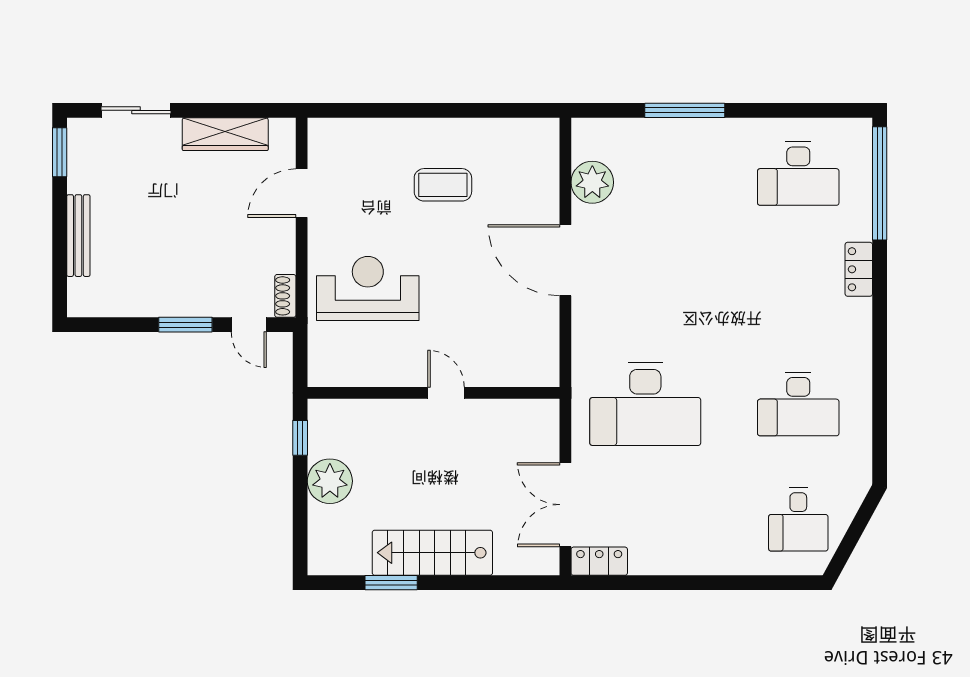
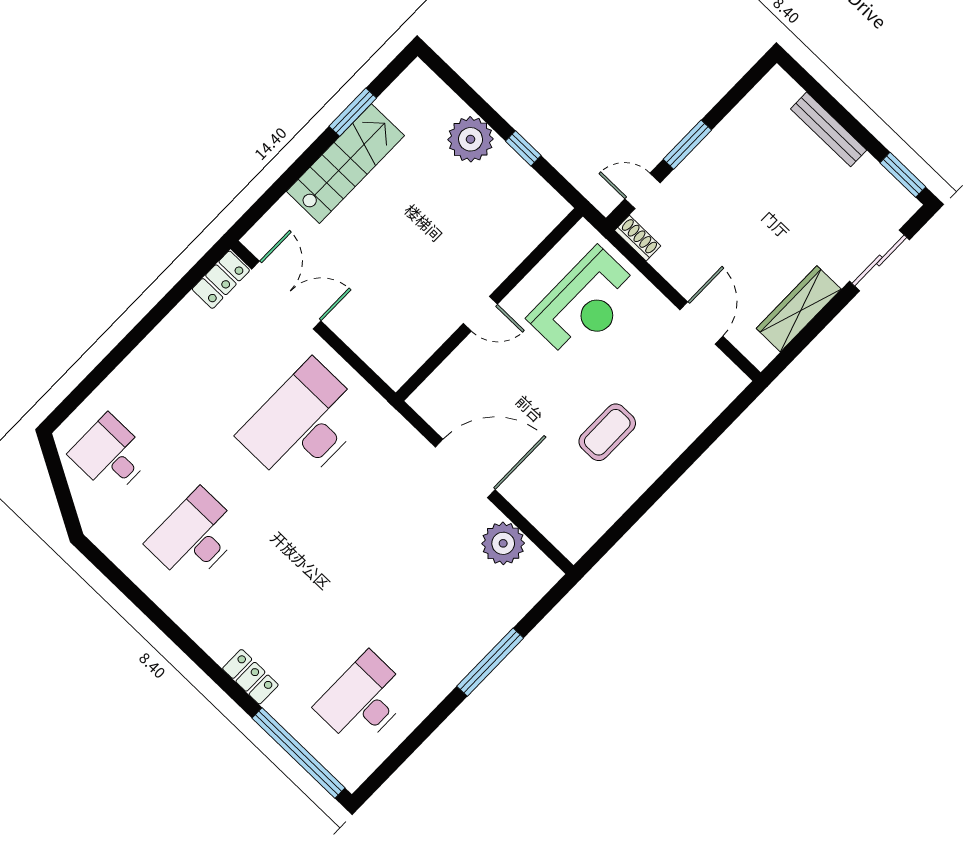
wall: (433, 393) -> (489, 304), moved
door: (446, 393) -> (480, 314), moved

